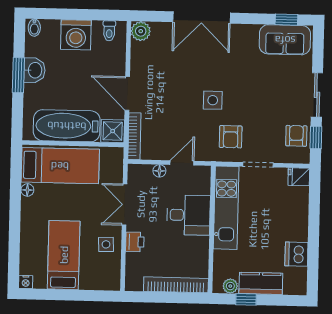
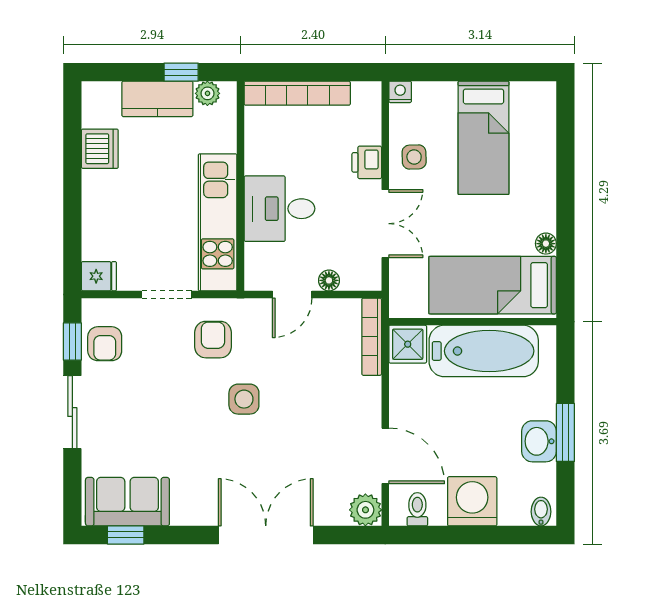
door: (127, 93) -> (385, 456), moved
nightstand: (26, 282) -> (400, 92), moved

